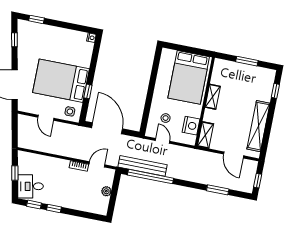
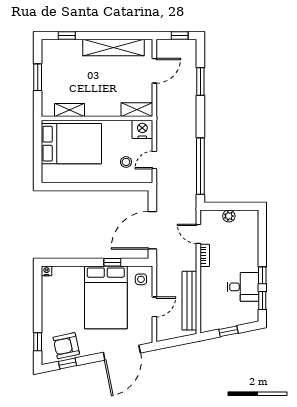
armchair: (29, 42) -> (66, 346), added
shelving: (213, 97) -> (70, 110), moved
nightstand: (191, 126) -> (142, 129), moved
bench: (143, 166) -> (189, 301), moved
desk: (30, 186) -> (243, 287), moved, turned -79

